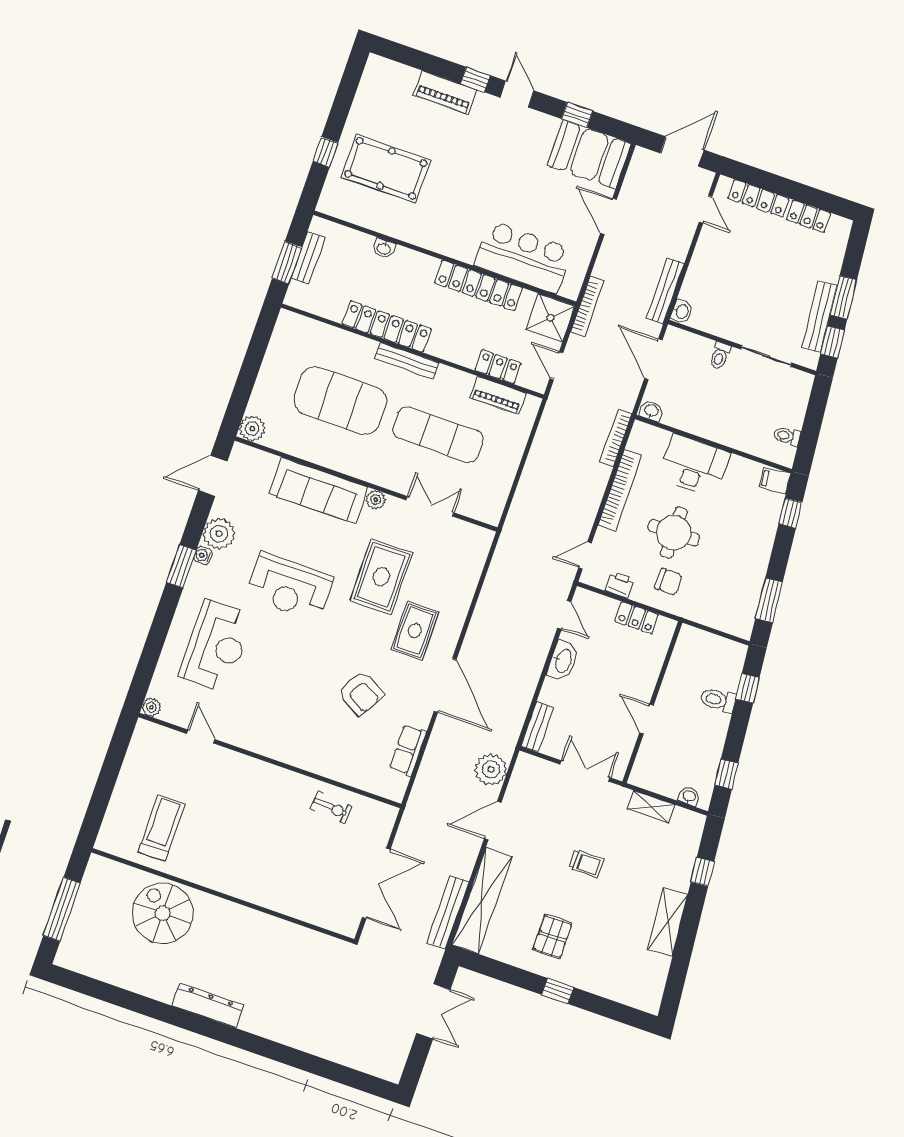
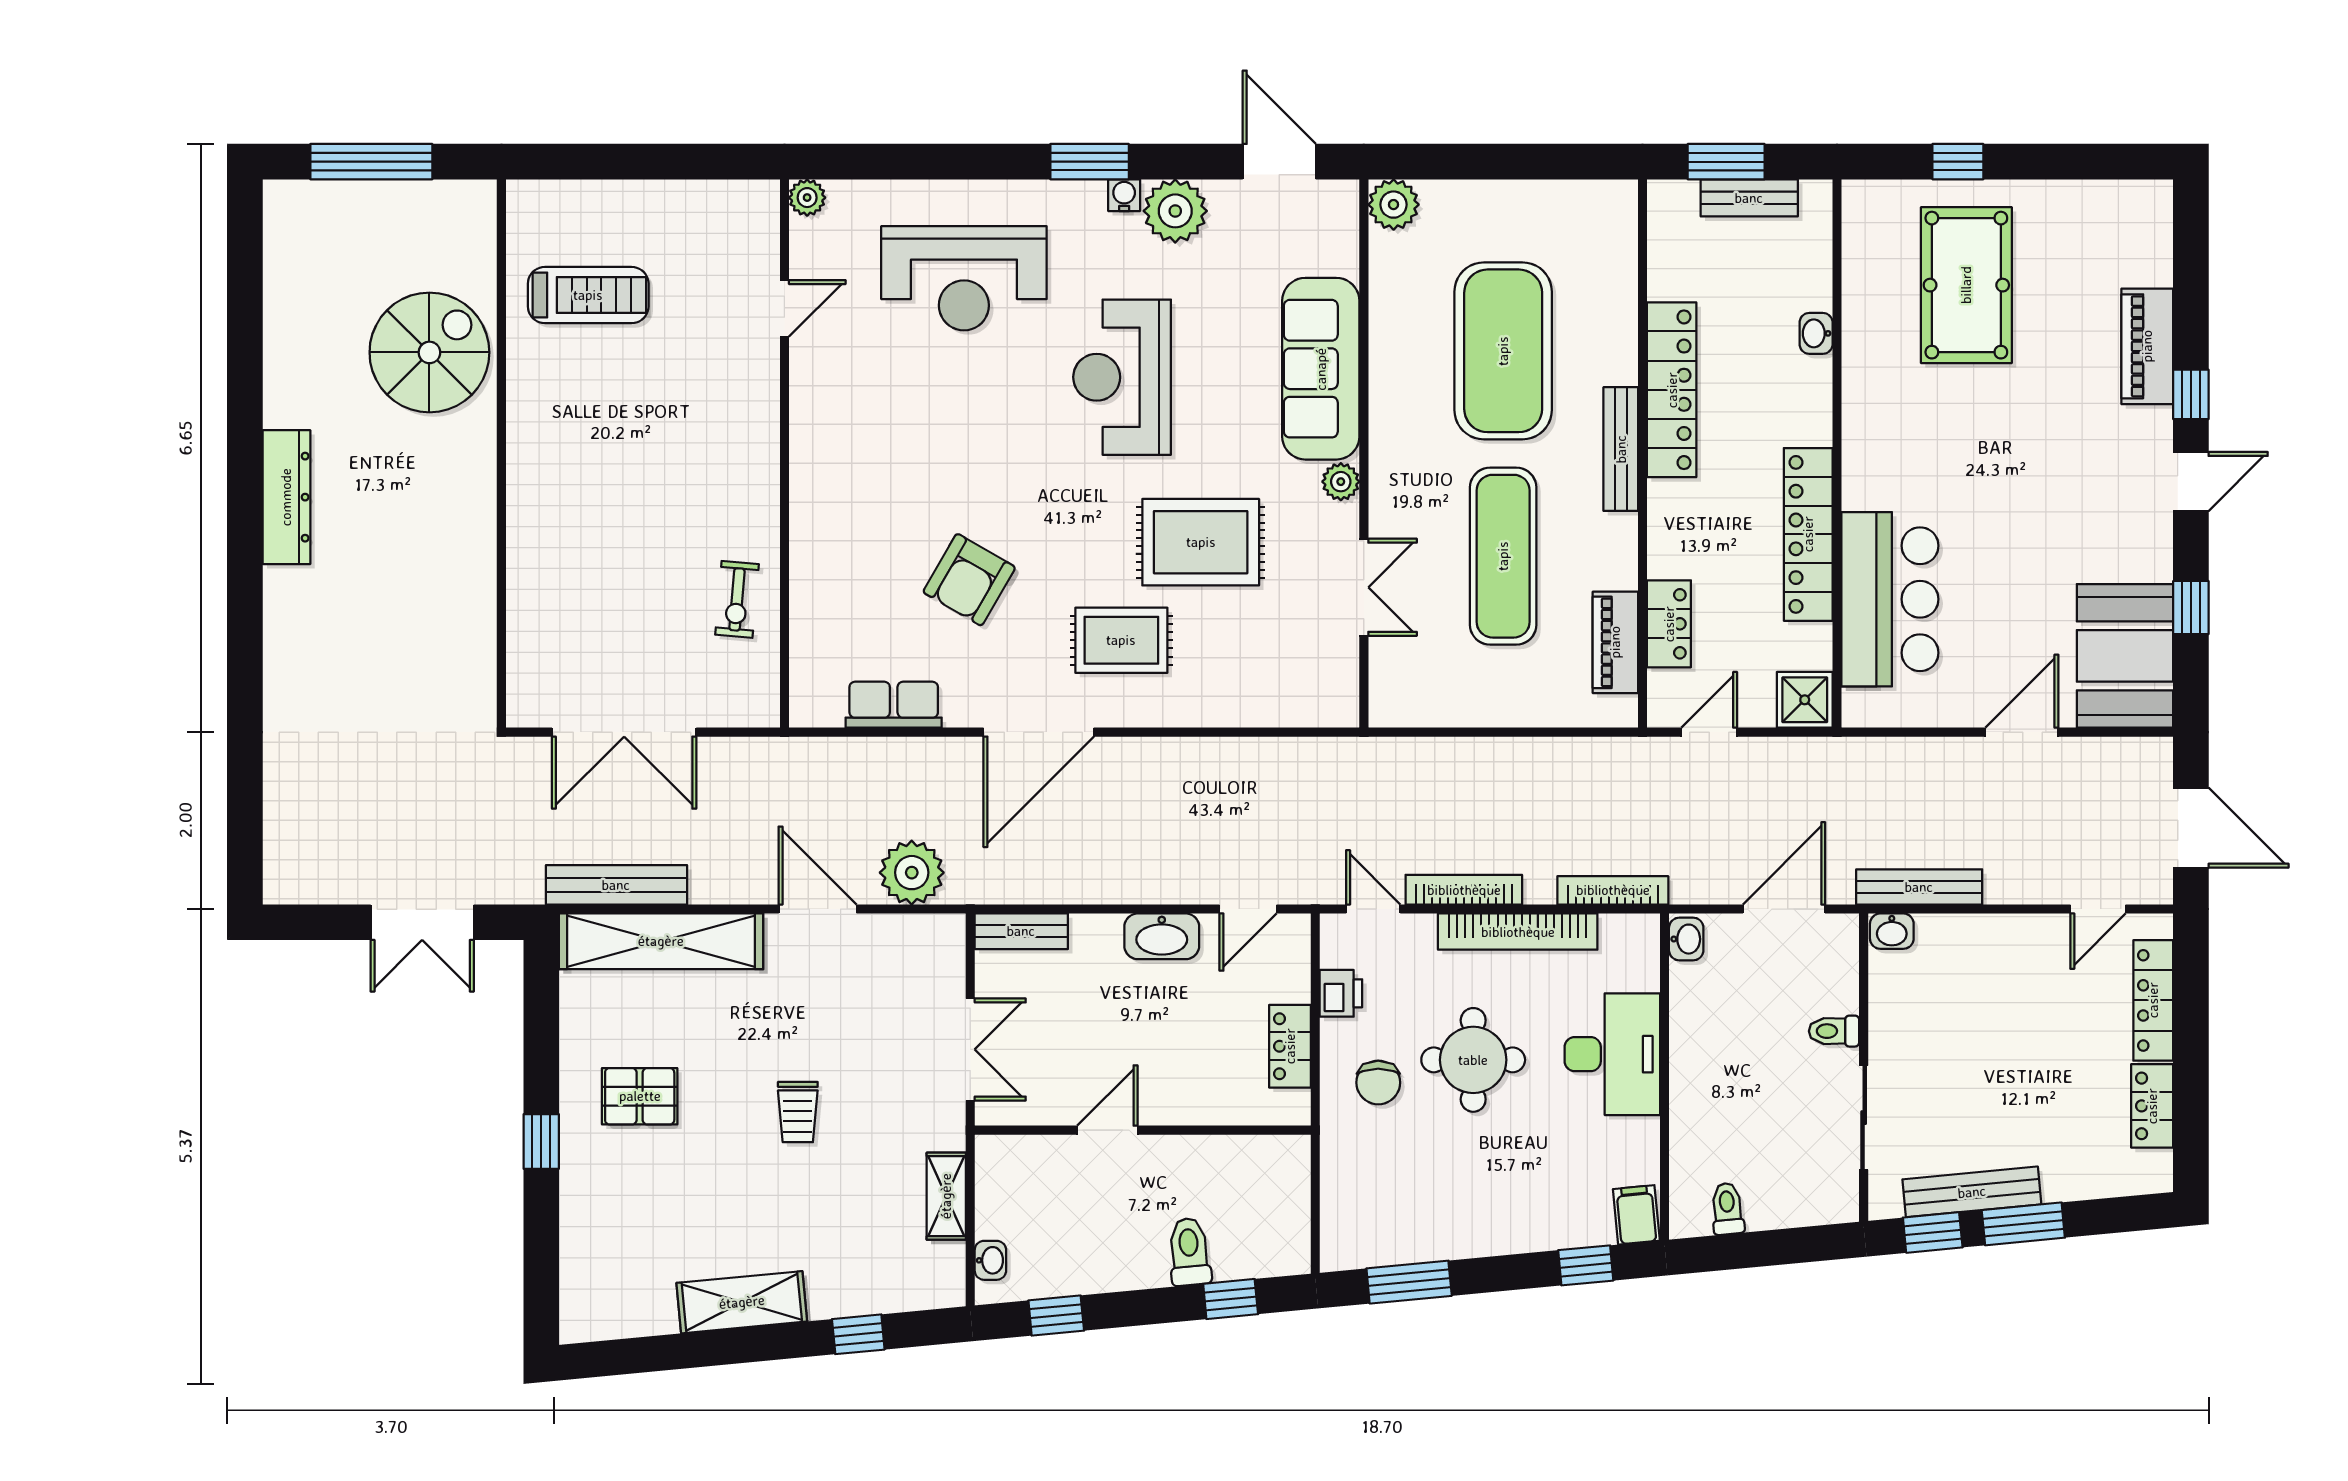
bookcase: (587, 307) -> (1464, 890), moved, turned 180
shower: (550, 318) -> (1805, 700), width x0.73, depth x0.73

